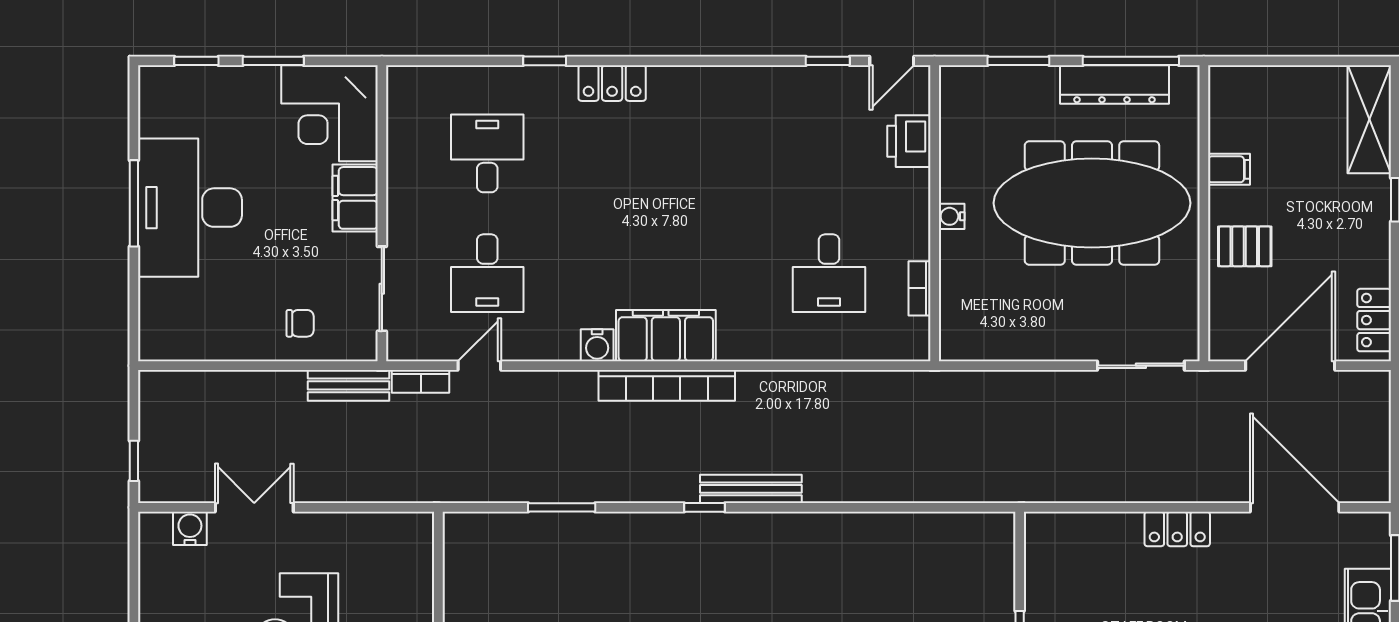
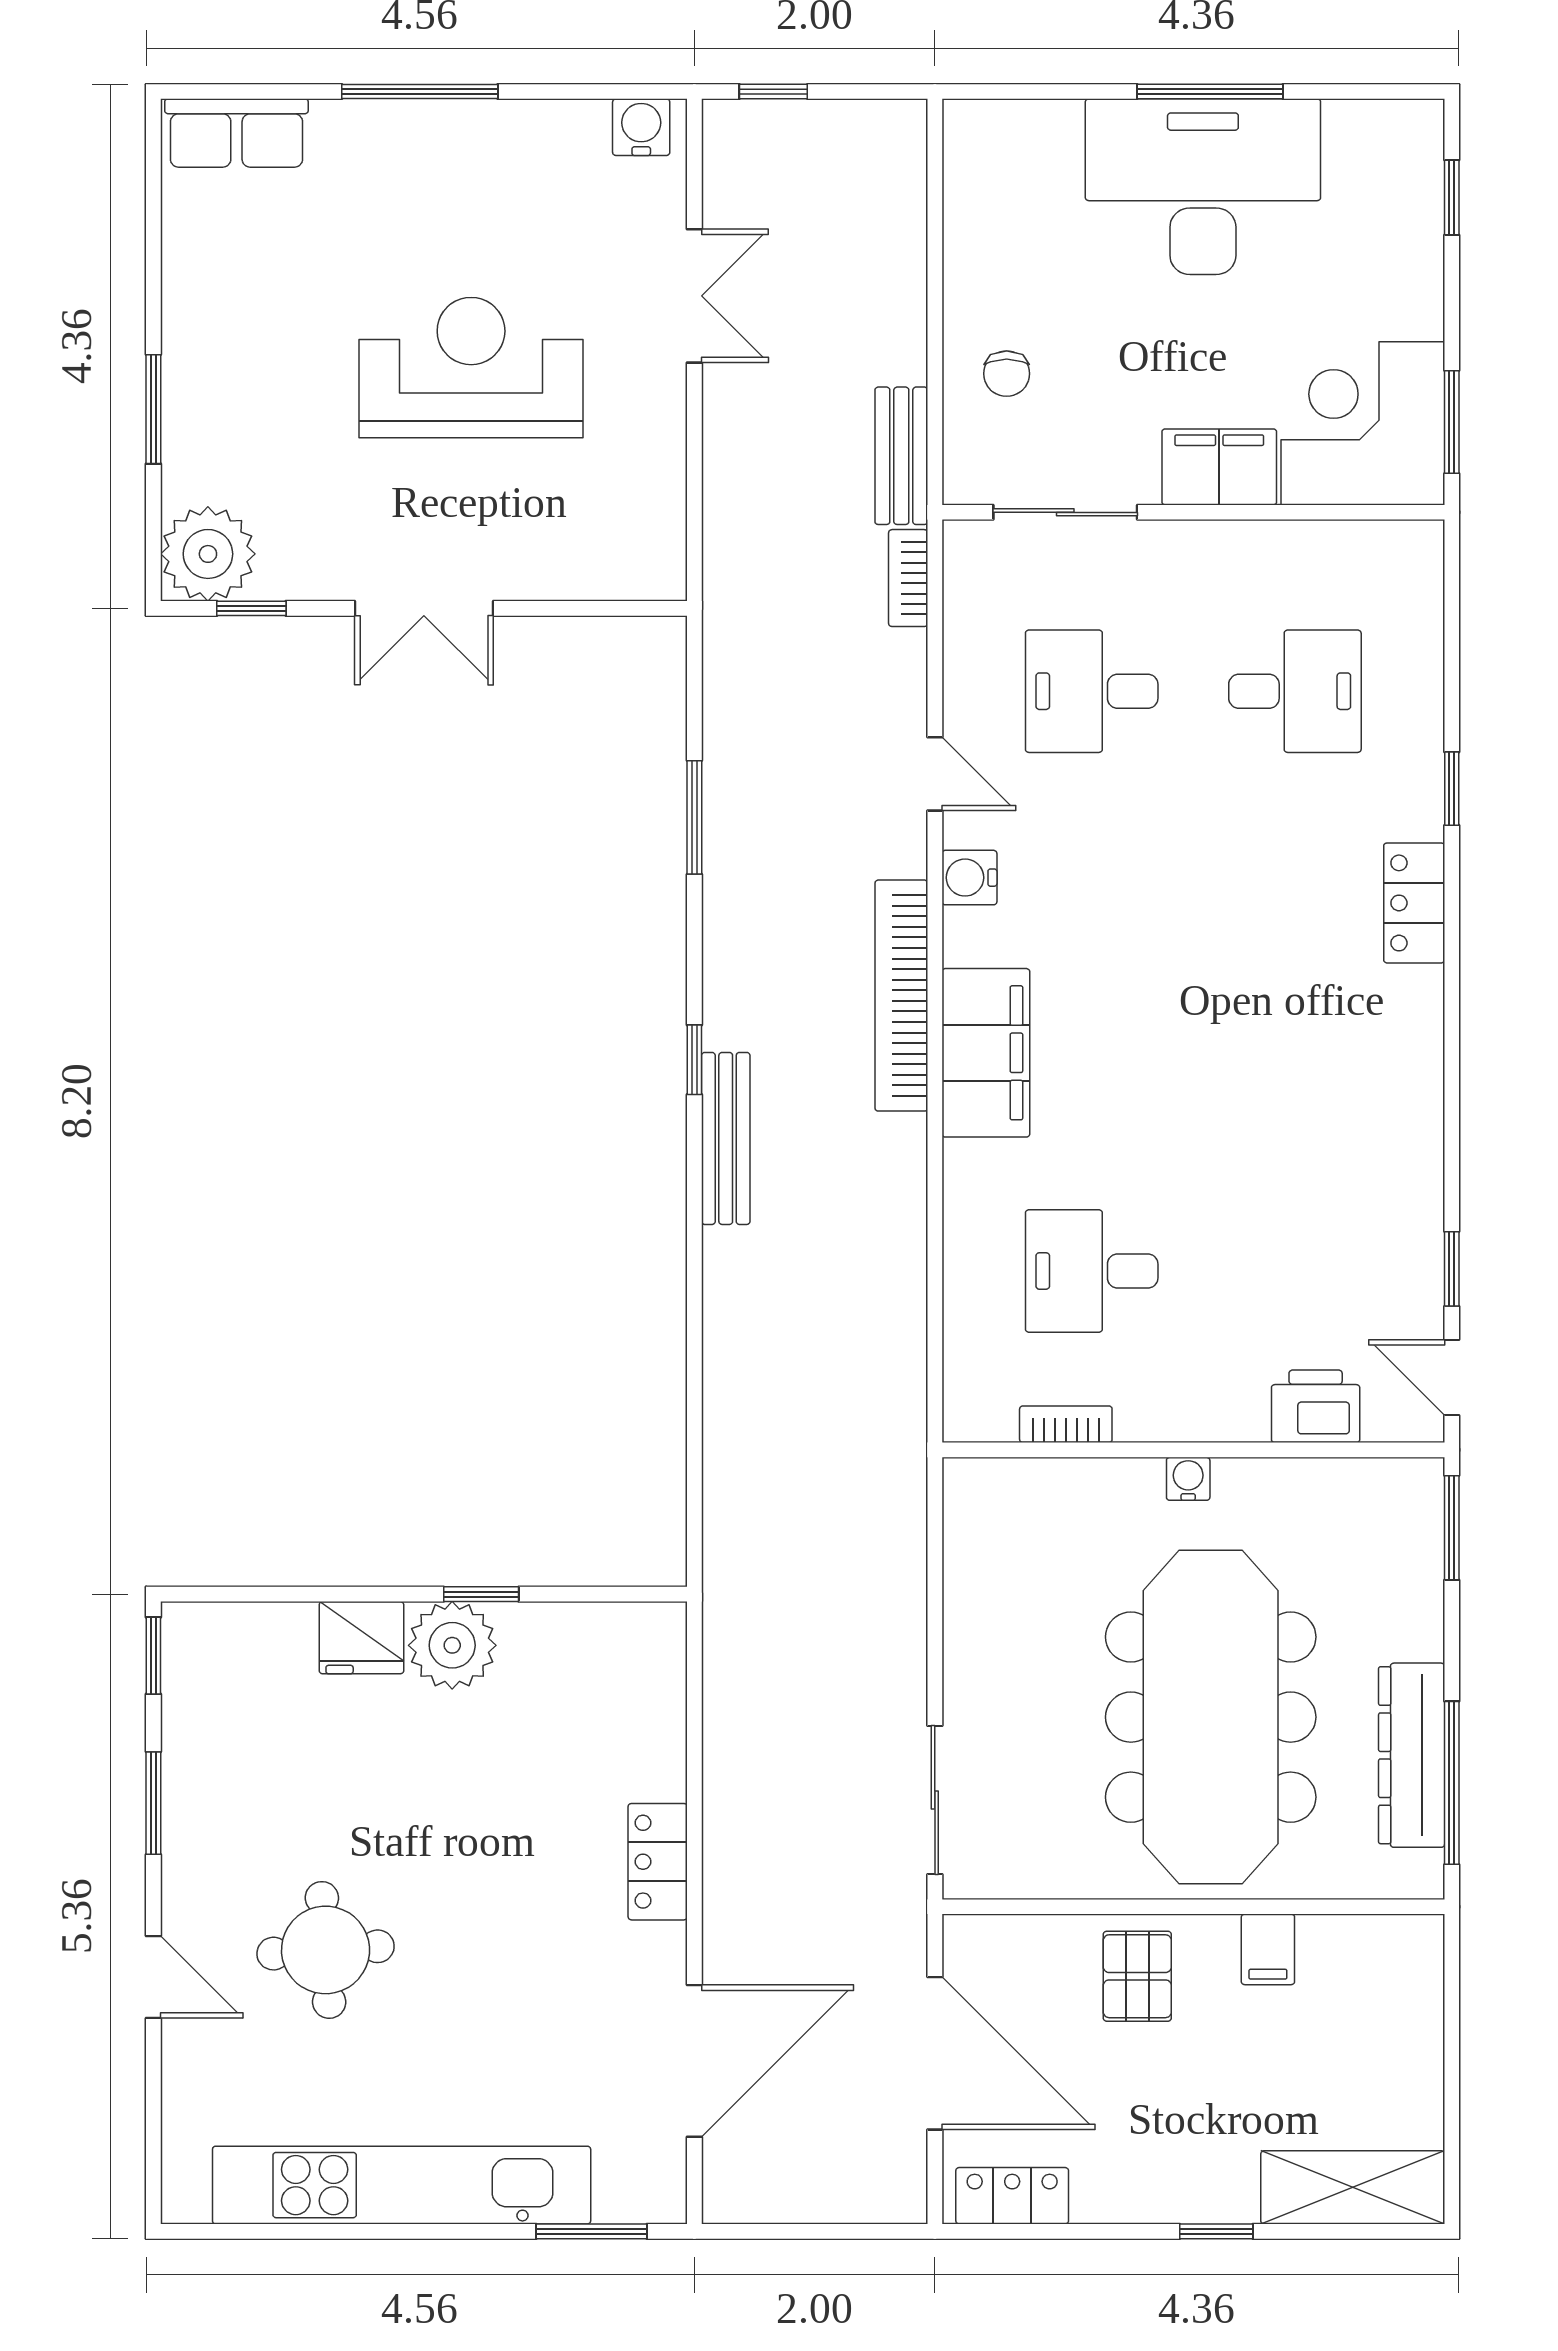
window: (273, 61) -> (1452, 422), moved
window: (1018, 61) -> (1452, 1528), moved
filing cabinet: (666, 336) -> (986, 1053), moved
door: (479, 366) -> (935, 774), moved
water cooler: (190, 528) -> (641, 127), moved, turned -90

